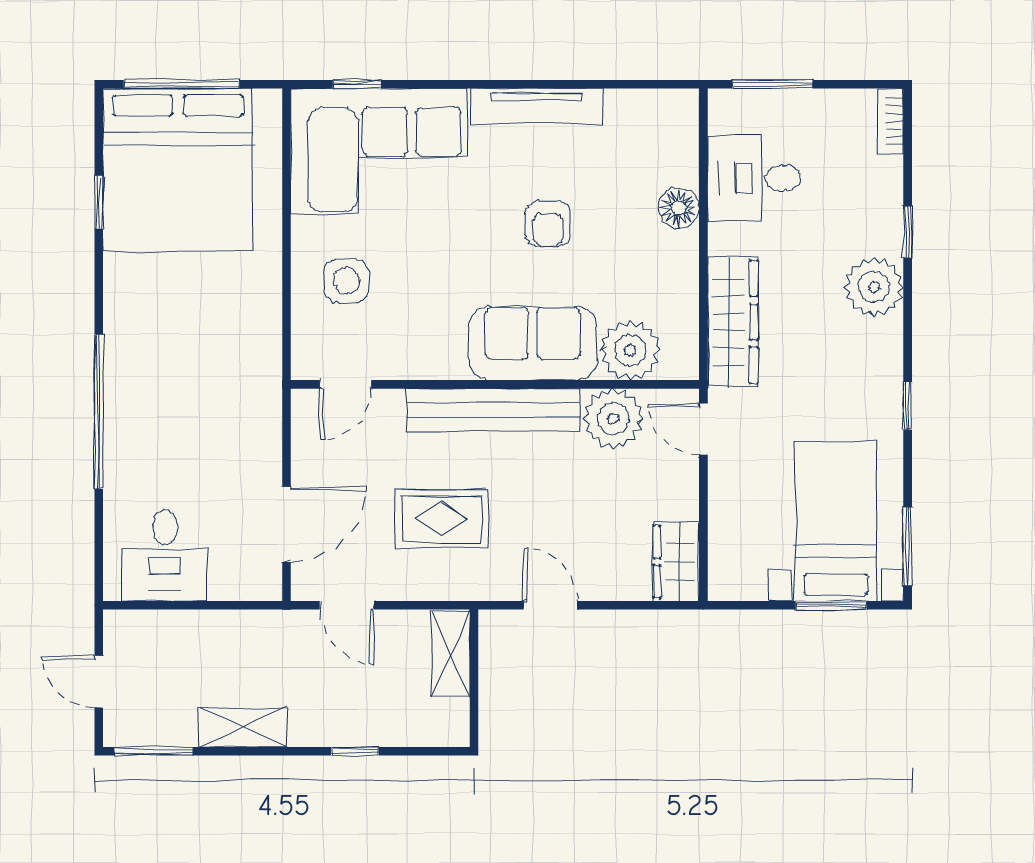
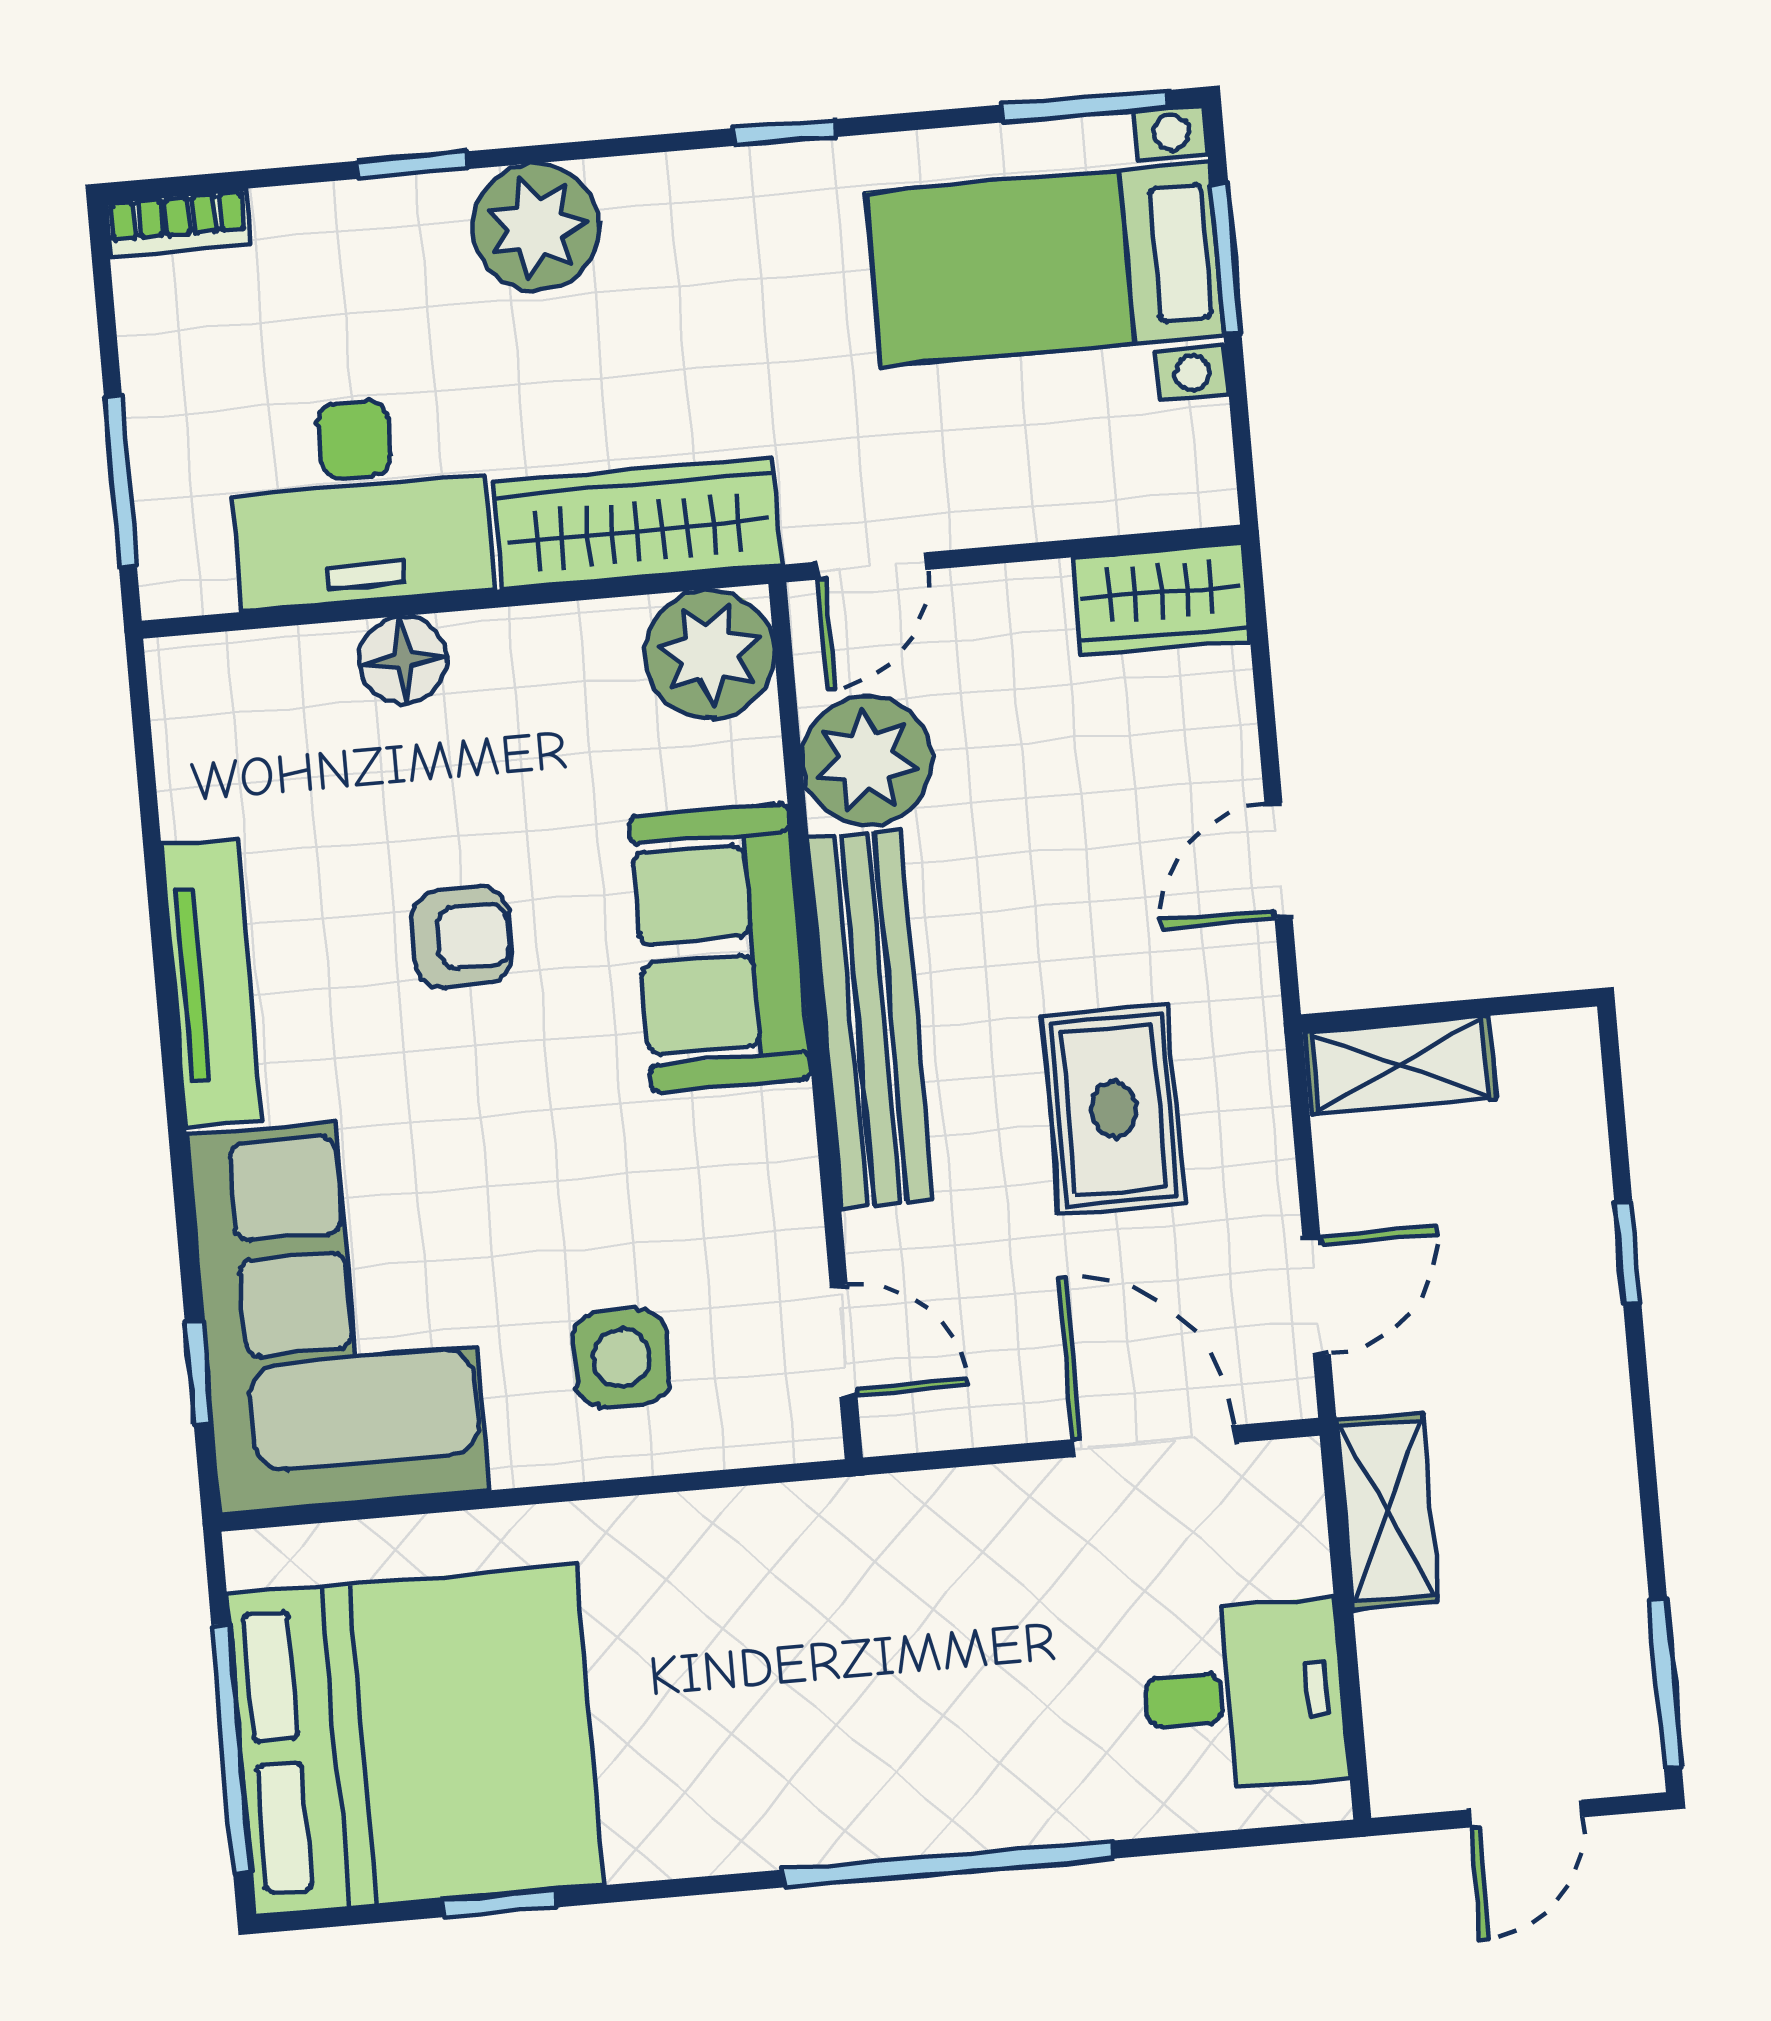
desk: (754, 178) -> (360, 501), width x1.37
plant: (630, 350) -> (710, 654), moved
shelving: (243, 727) -> (1387, 1511), moved

